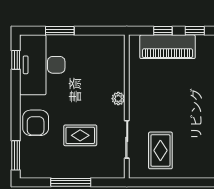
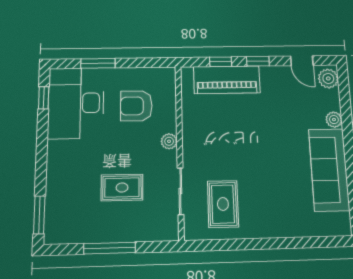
armchair: (36, 123) -> (136, 106), moved, turned 90

